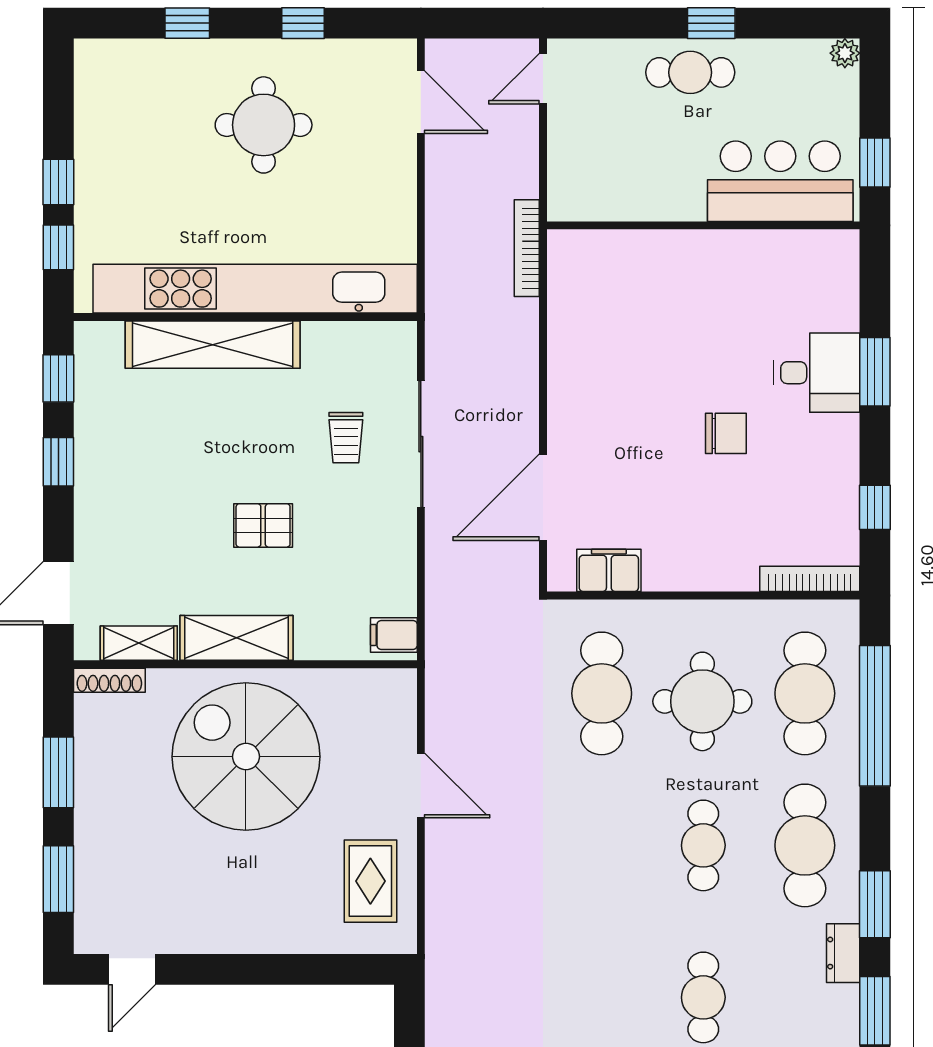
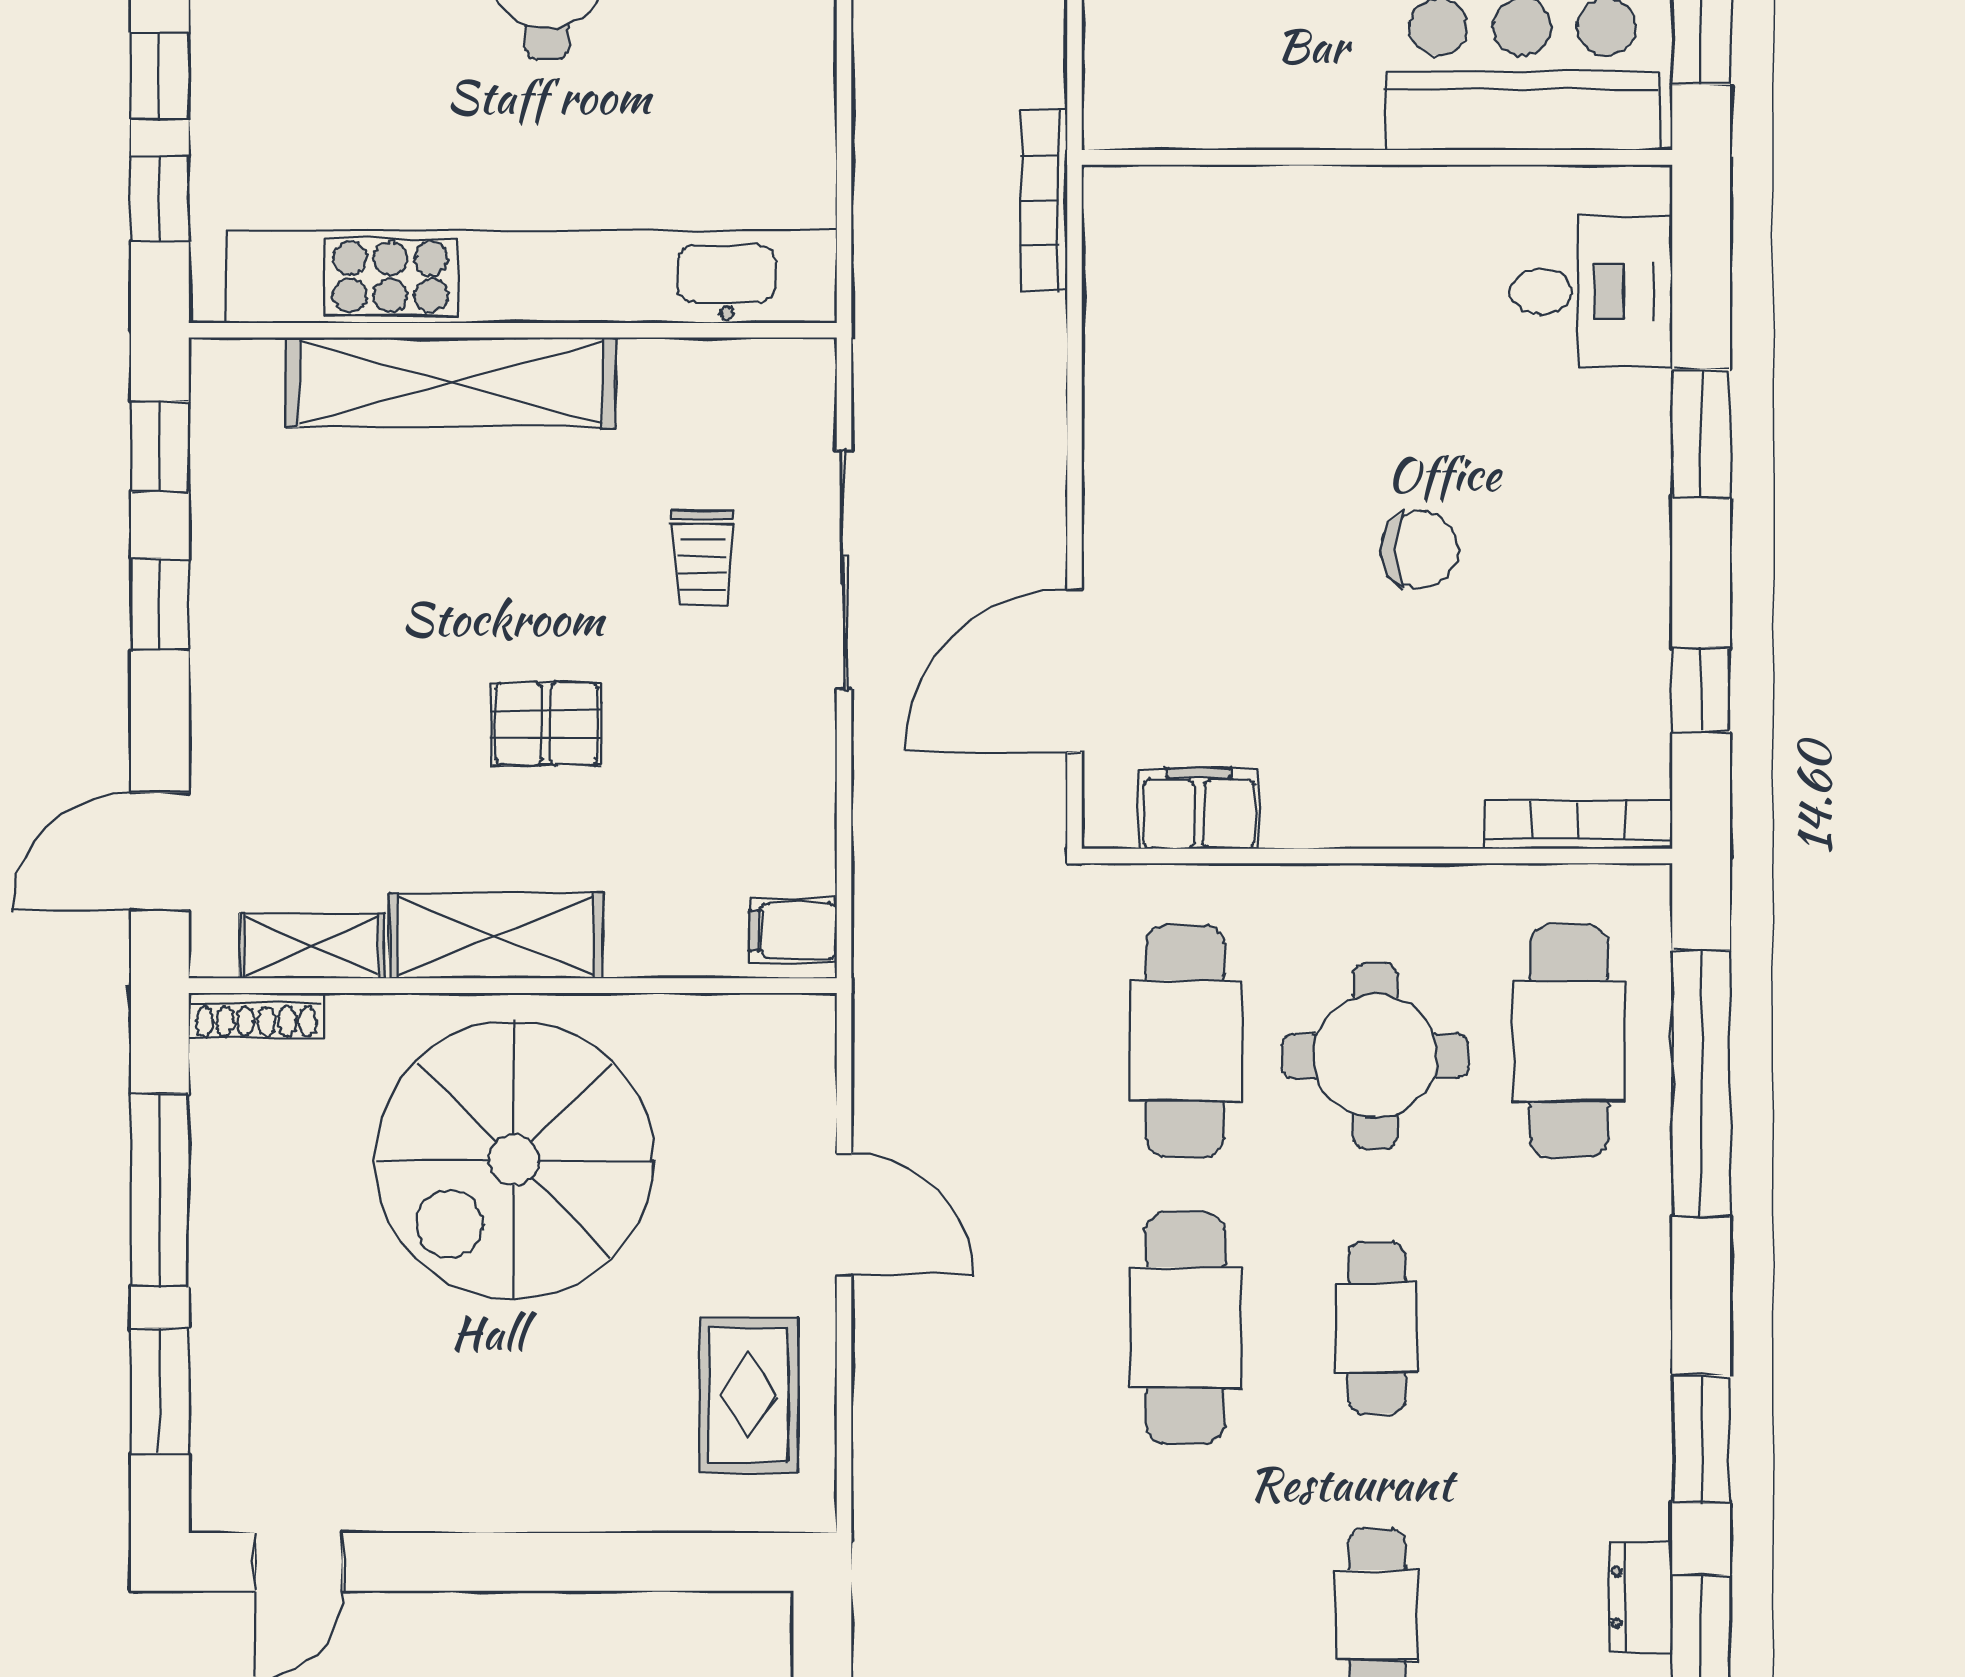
desk: (817, 373) -> (1591, 292), moved
spiral stairs: (246, 757) -> (514, 1160), turned -90
window: (58, 772) -> (160, 1190), width x1.44
cafe table: (805, 845) -> (1185, 1328), moved
dresser: (843, 953) -> (1641, 1597), moved

